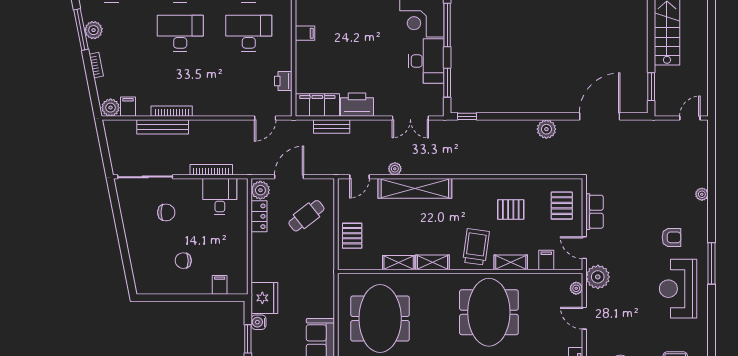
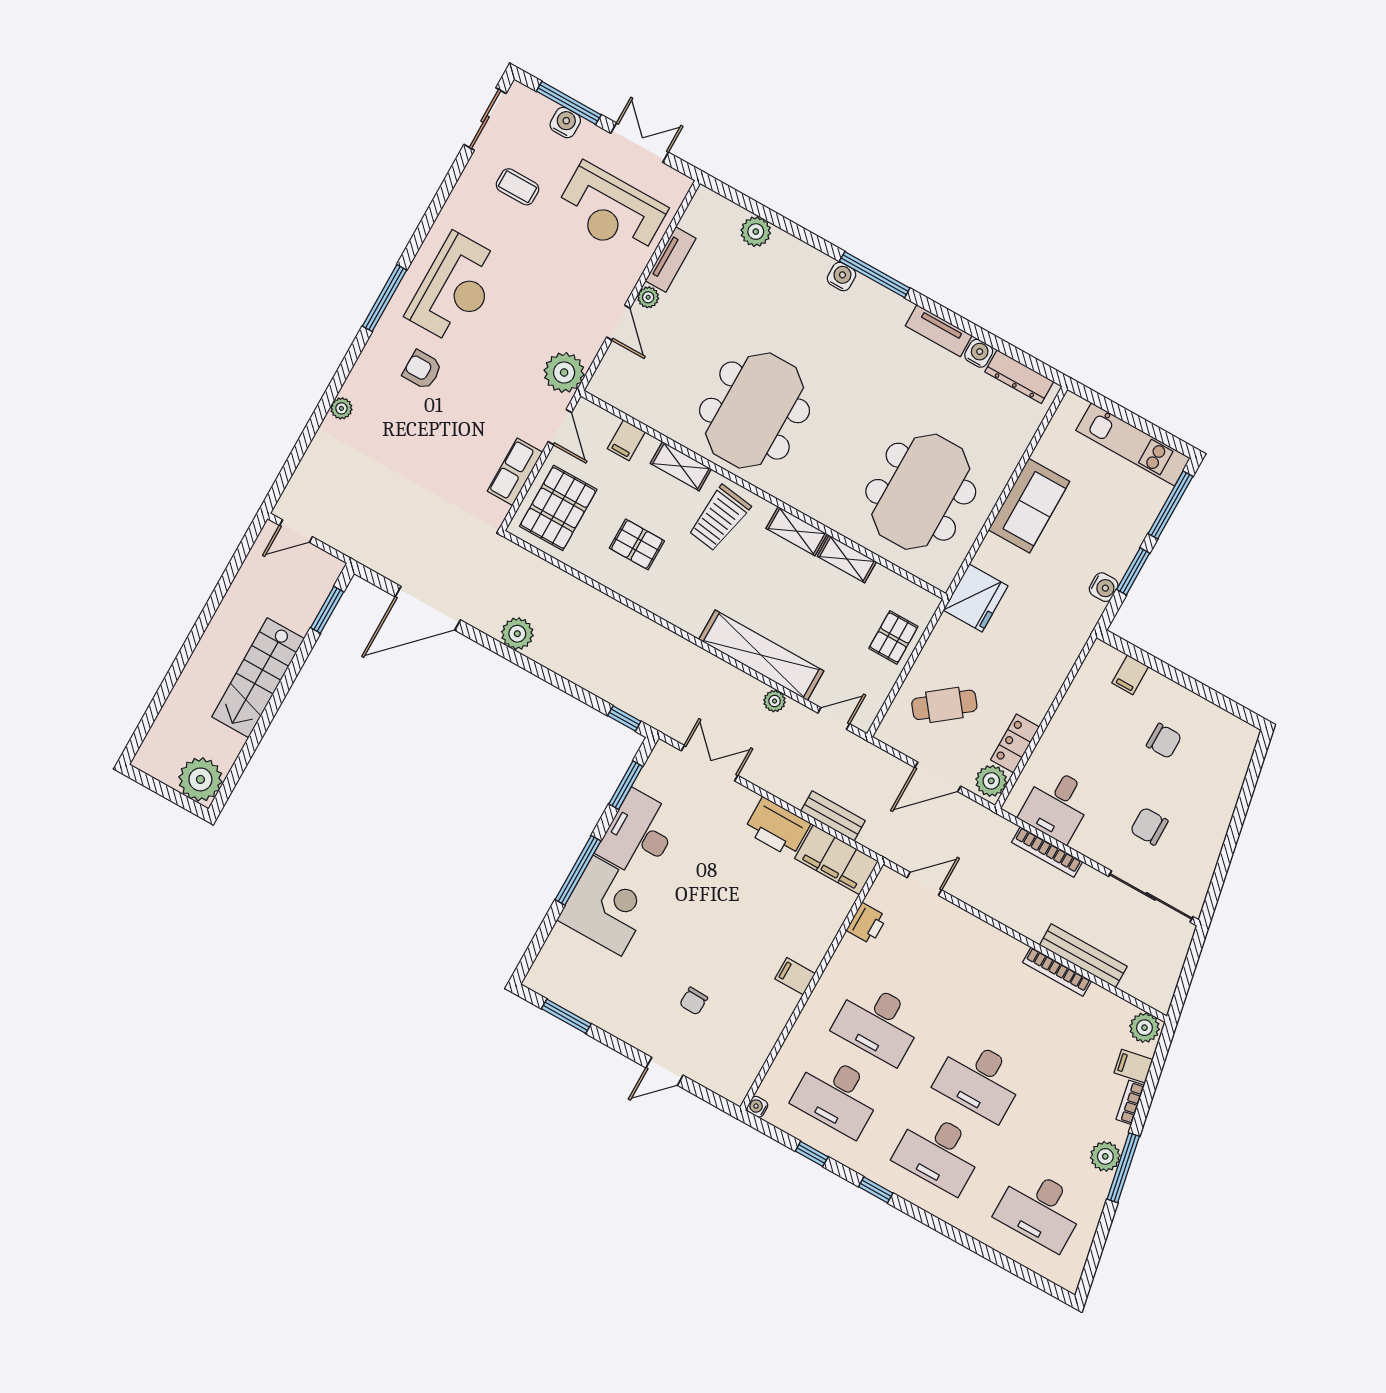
filing cabinet: (128, 107) -> (1133, 1066), moved, turned 79
pallet: (562, 206) -> (558, 508), width x1.50, depth x1.42
plant: (576, 288) -> (648, 297), moved
fridge: (264, 298) -> (976, 598), moved, turned 180

